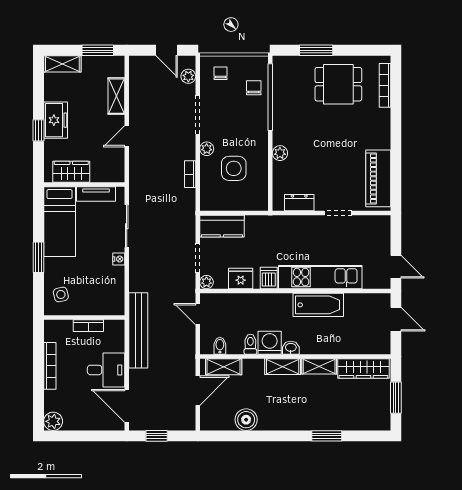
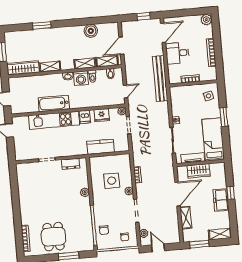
dining table: (338, 84) -> (54, 237), turned 90
door: (127, 136) -> (177, 194), width x1.87
wardrobe: (71, 172) -> (199, 171), moved
piano: (378, 178) -> (25, 182), removed
kitchen counter: (222, 226) -> (100, 147), moved
door: (198, 314) -> (125, 91), hinge flipped
shelving: (283, 367) -> (85, 63), moved
door: (127, 406) -> (163, 33), hinge flipped

